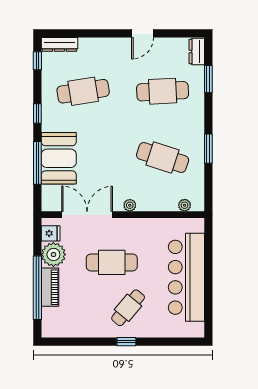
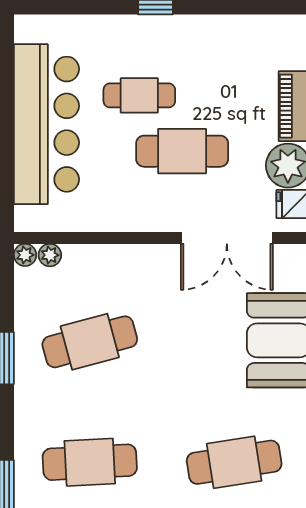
cafe table: (163, 158) -> (90, 342), turned -33
plant: (130, 205) -> (25, 255), moved
cafe table: (128, 308) -> (139, 95), moved, turned 50

